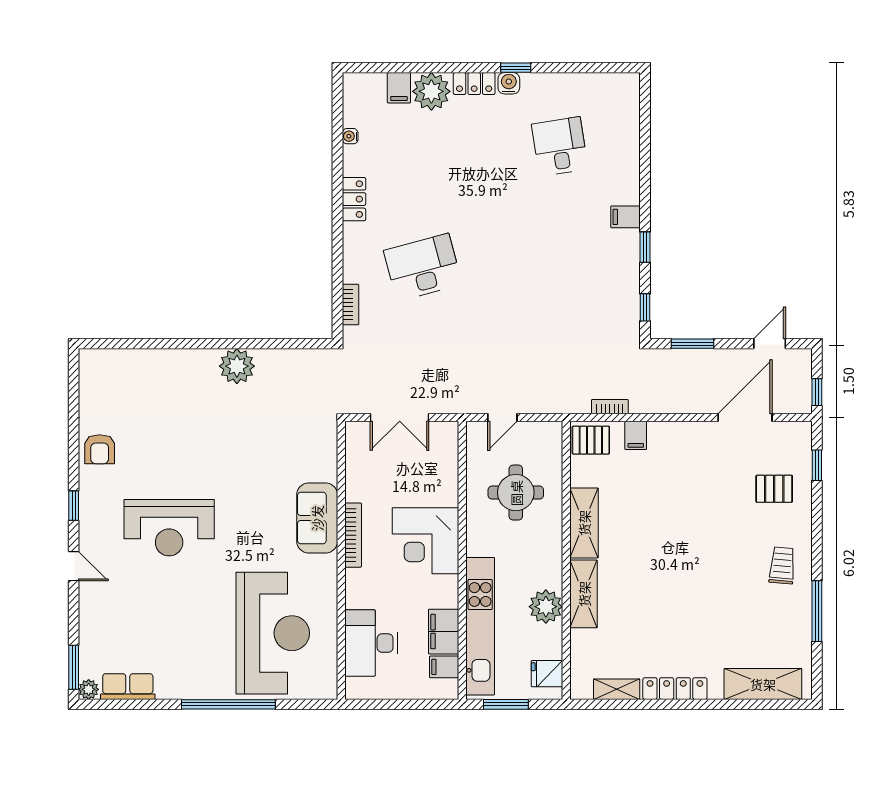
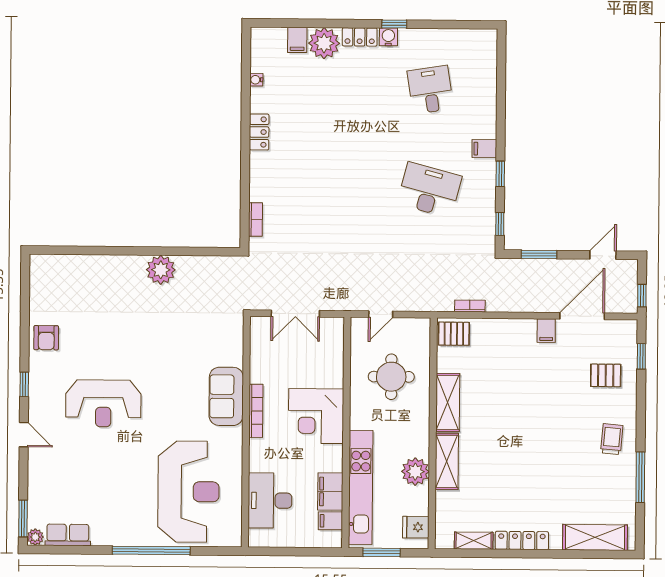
desk: (423, 267) -> (429, 190), moved, turned 30
filing cabinet: (636, 435) -> (546, 331), moved

